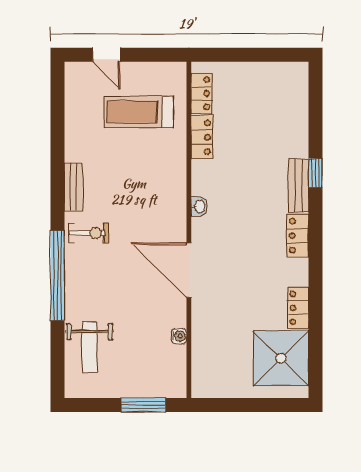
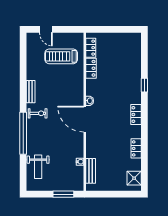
bench: (298, 186) -> (91, 171), moved
door: (189, 270) -> (85, 119), moved
shower: (281, 358) -> (134, 178), width x0.54, depth x0.54

